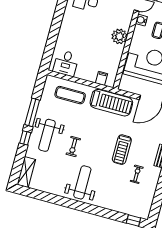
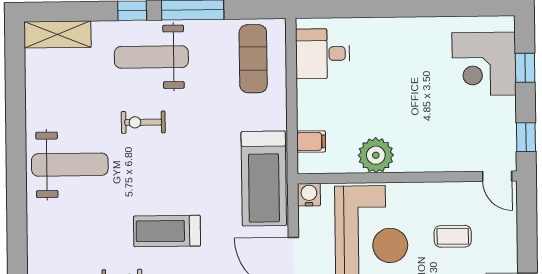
water cooler: (141, 20) -> (309, 195), moved
plant: (119, 36) -> (376, 155), moved
exercise mat: (70, 95) -> (253, 59), moved

